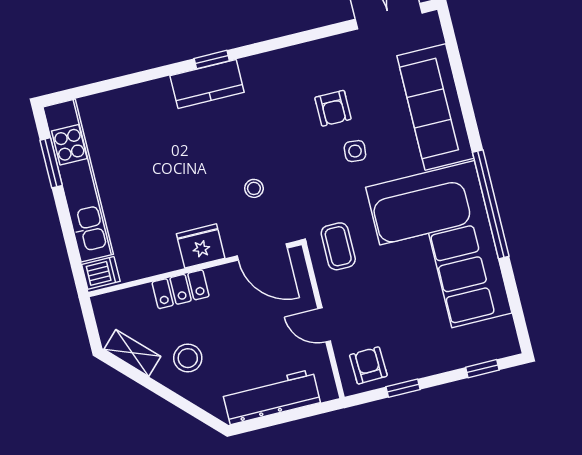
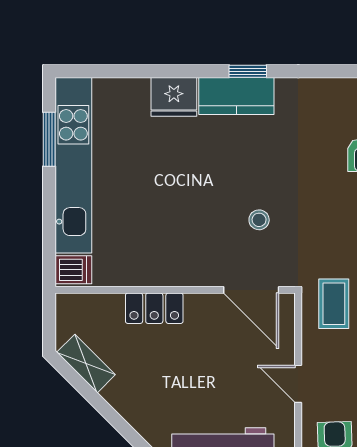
fridge: (201, 246) -> (174, 97), moved, turned 180
stool: (188, 358) -> (144, 384), removed

